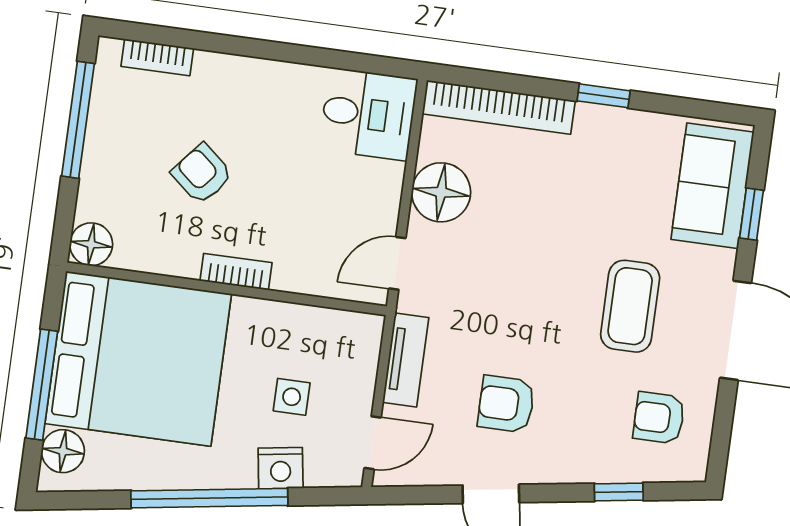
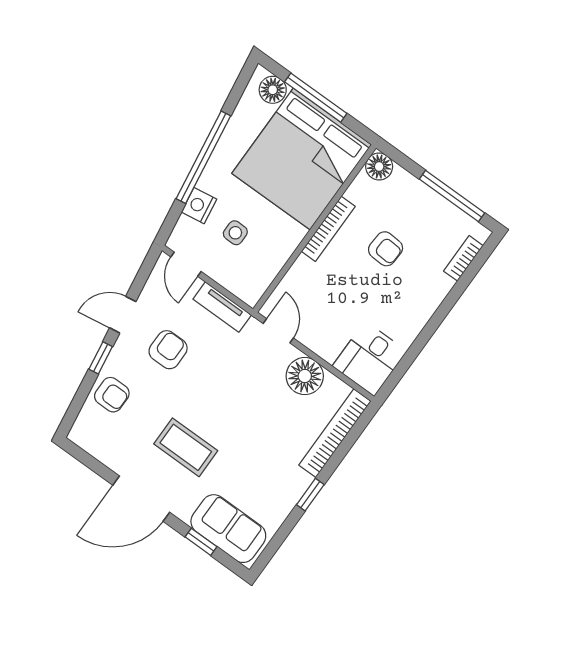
armchair: (202, 174) -> (386, 249), turned 53
bookcase: (236, 272) -> (328, 229), width x1.56
armchair: (659, 418) -> (112, 395), moved, turned 90
window: (619, 492) -> (101, 358), moved

